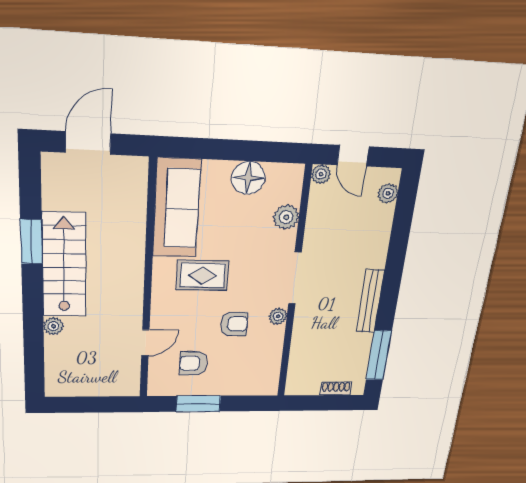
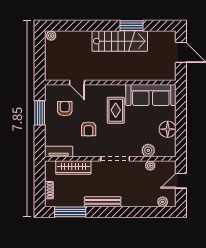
plant: (321, 174) -> (150, 166), moved
plant: (278, 316) -> (93, 152), removed
plant: (53, 326) -> (51, 36), moved
wardrobe: (302, 350) -> (73, 167), added
tv unit: (271, 373) -> (59, 152), added

